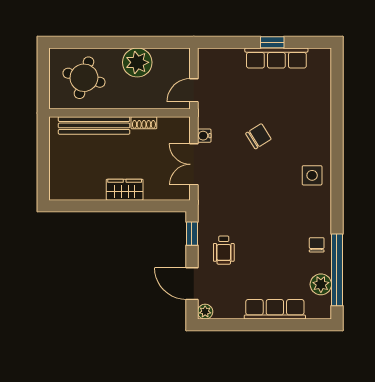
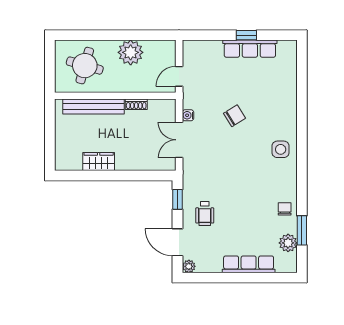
wardrobe: (125, 190) -> (99, 162), moved
window: (337, 270) -> (302, 230), width x0.47

